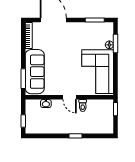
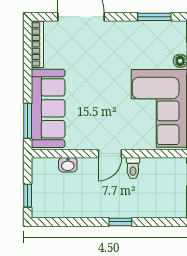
door: (70, 97) -> (110, 154), hinge flipped

